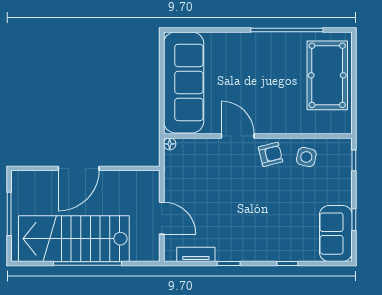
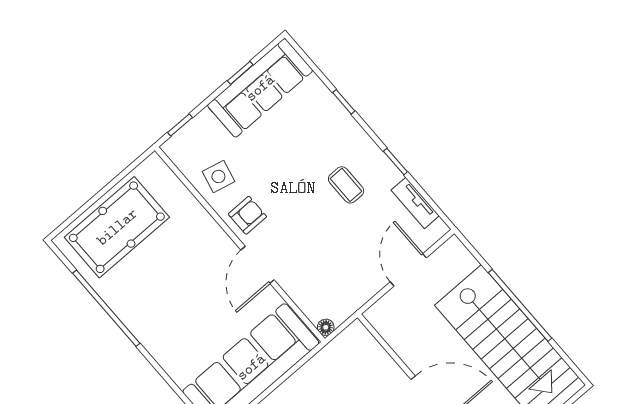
armchair: (271, 154) -> (247, 215), turned 104
coffee table: (240, 224) -> (346, 185), added
sofa: (336, 234) -> (260, 88), width x1.36

